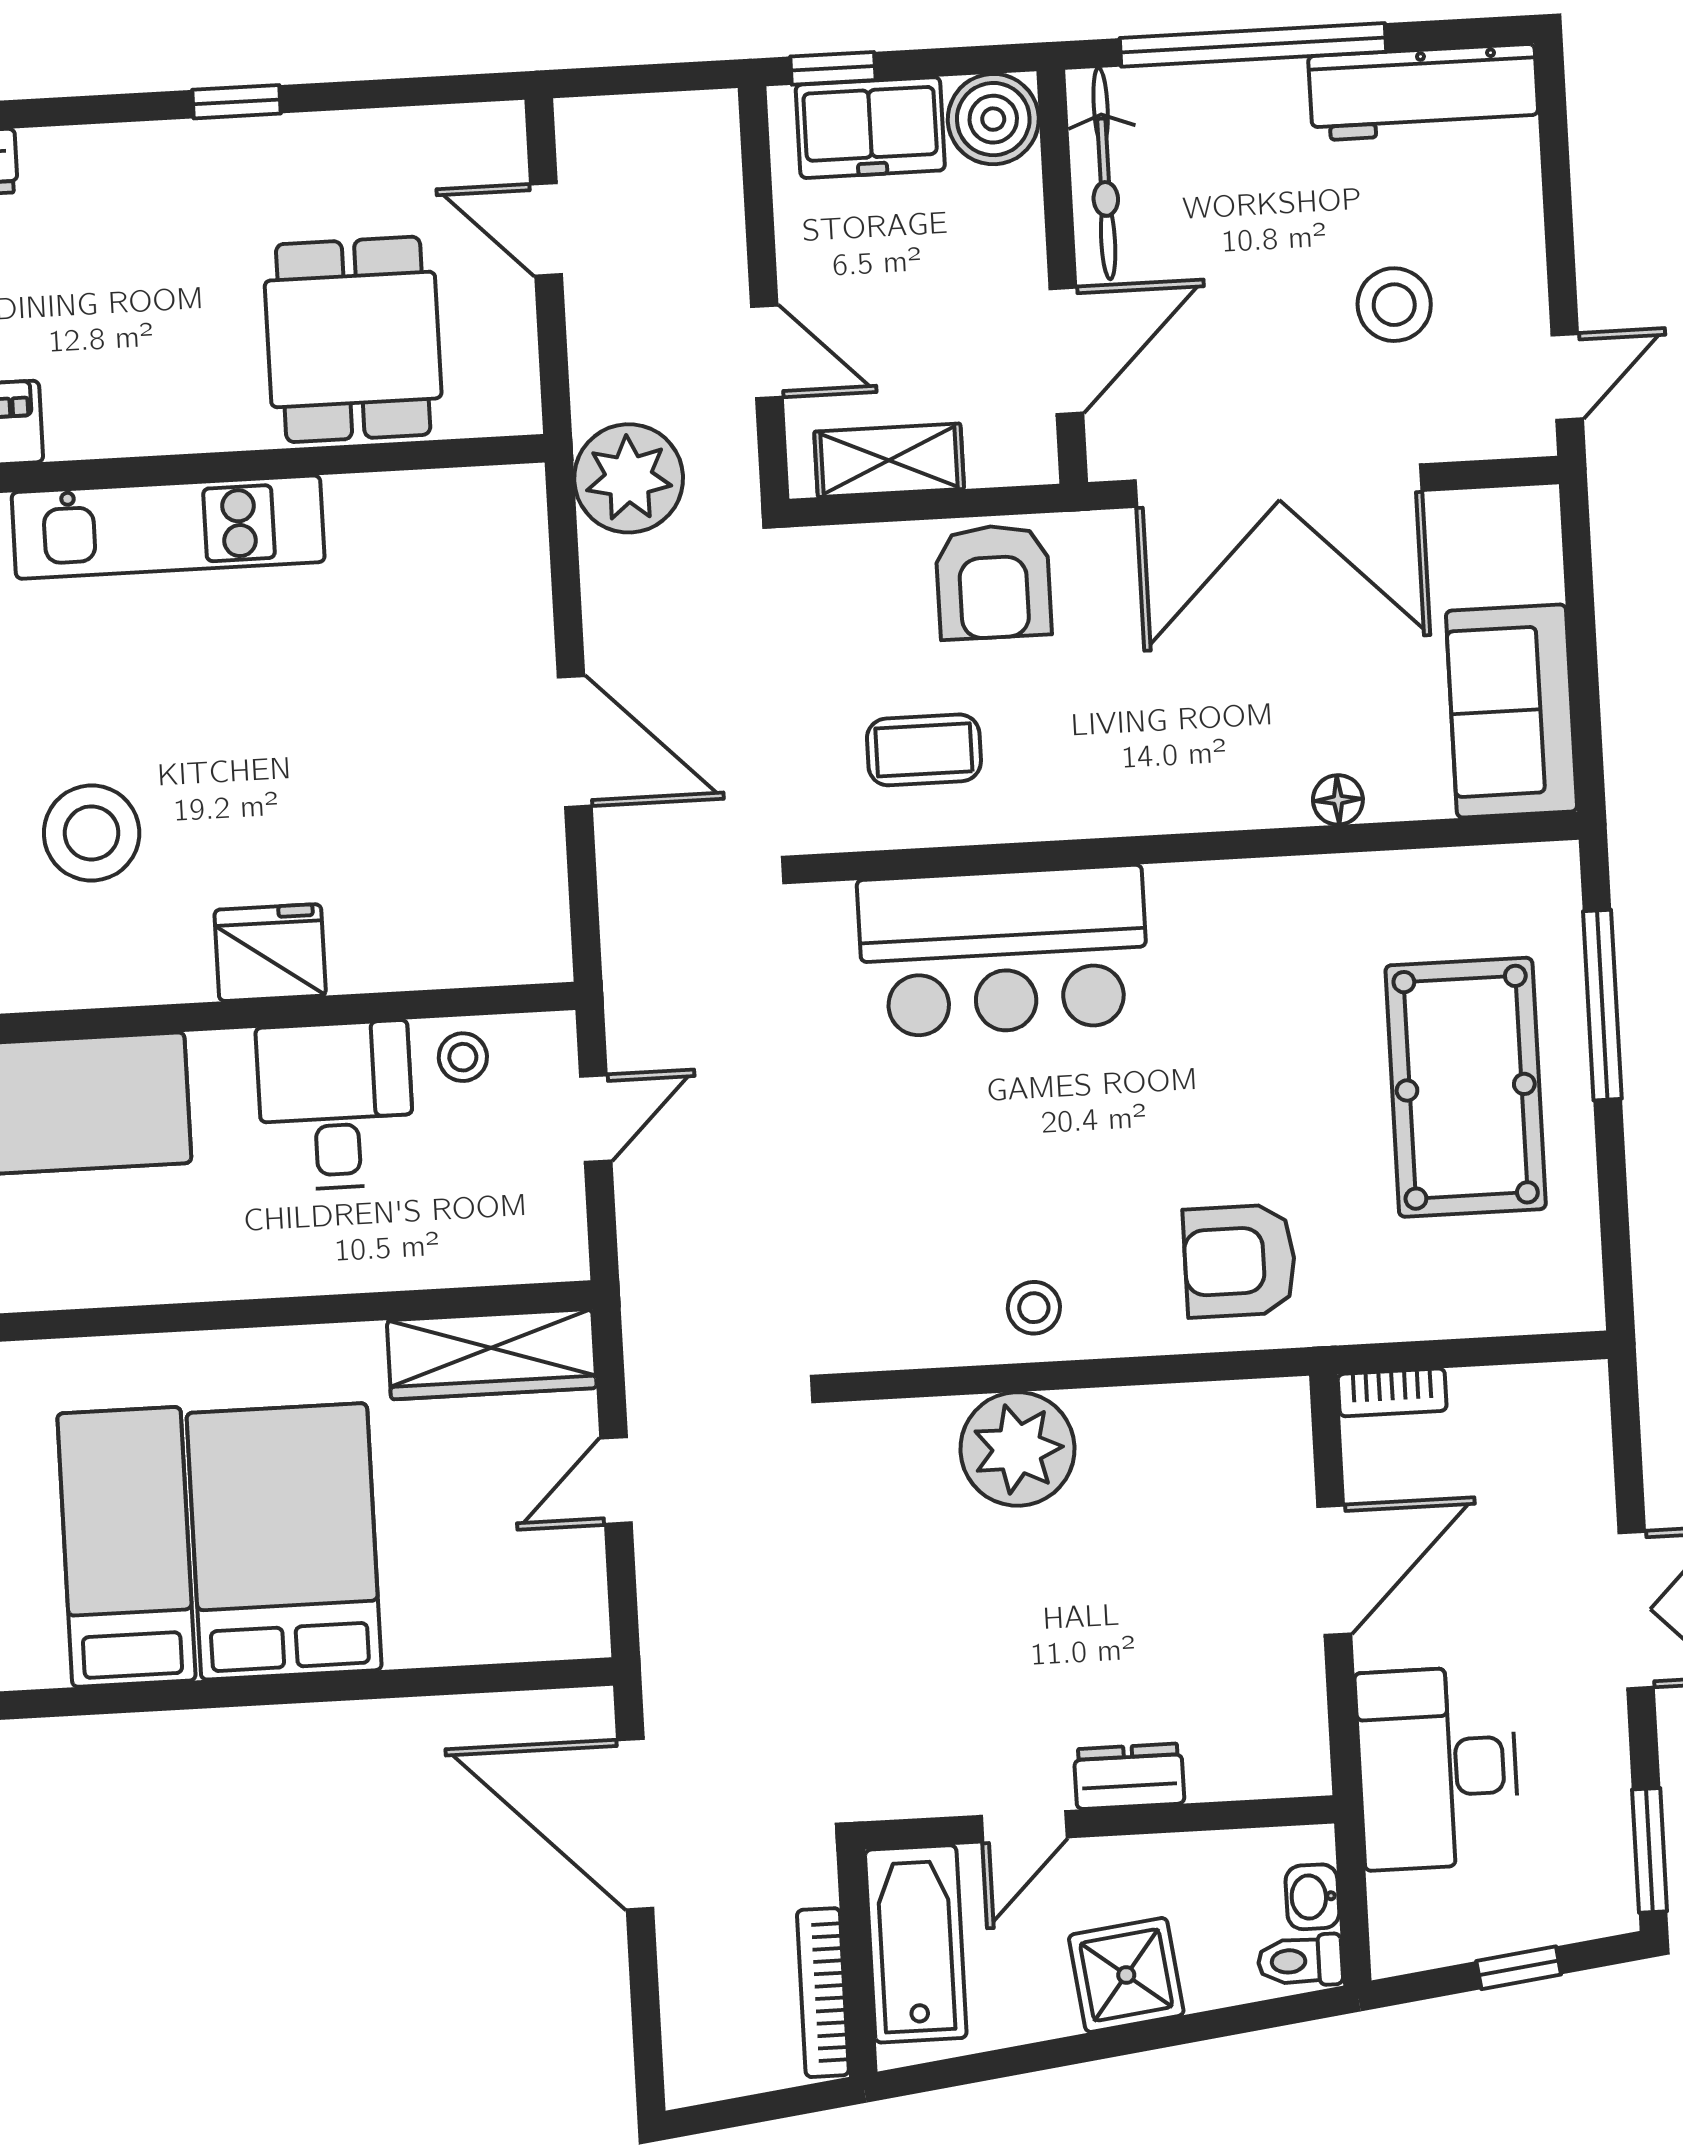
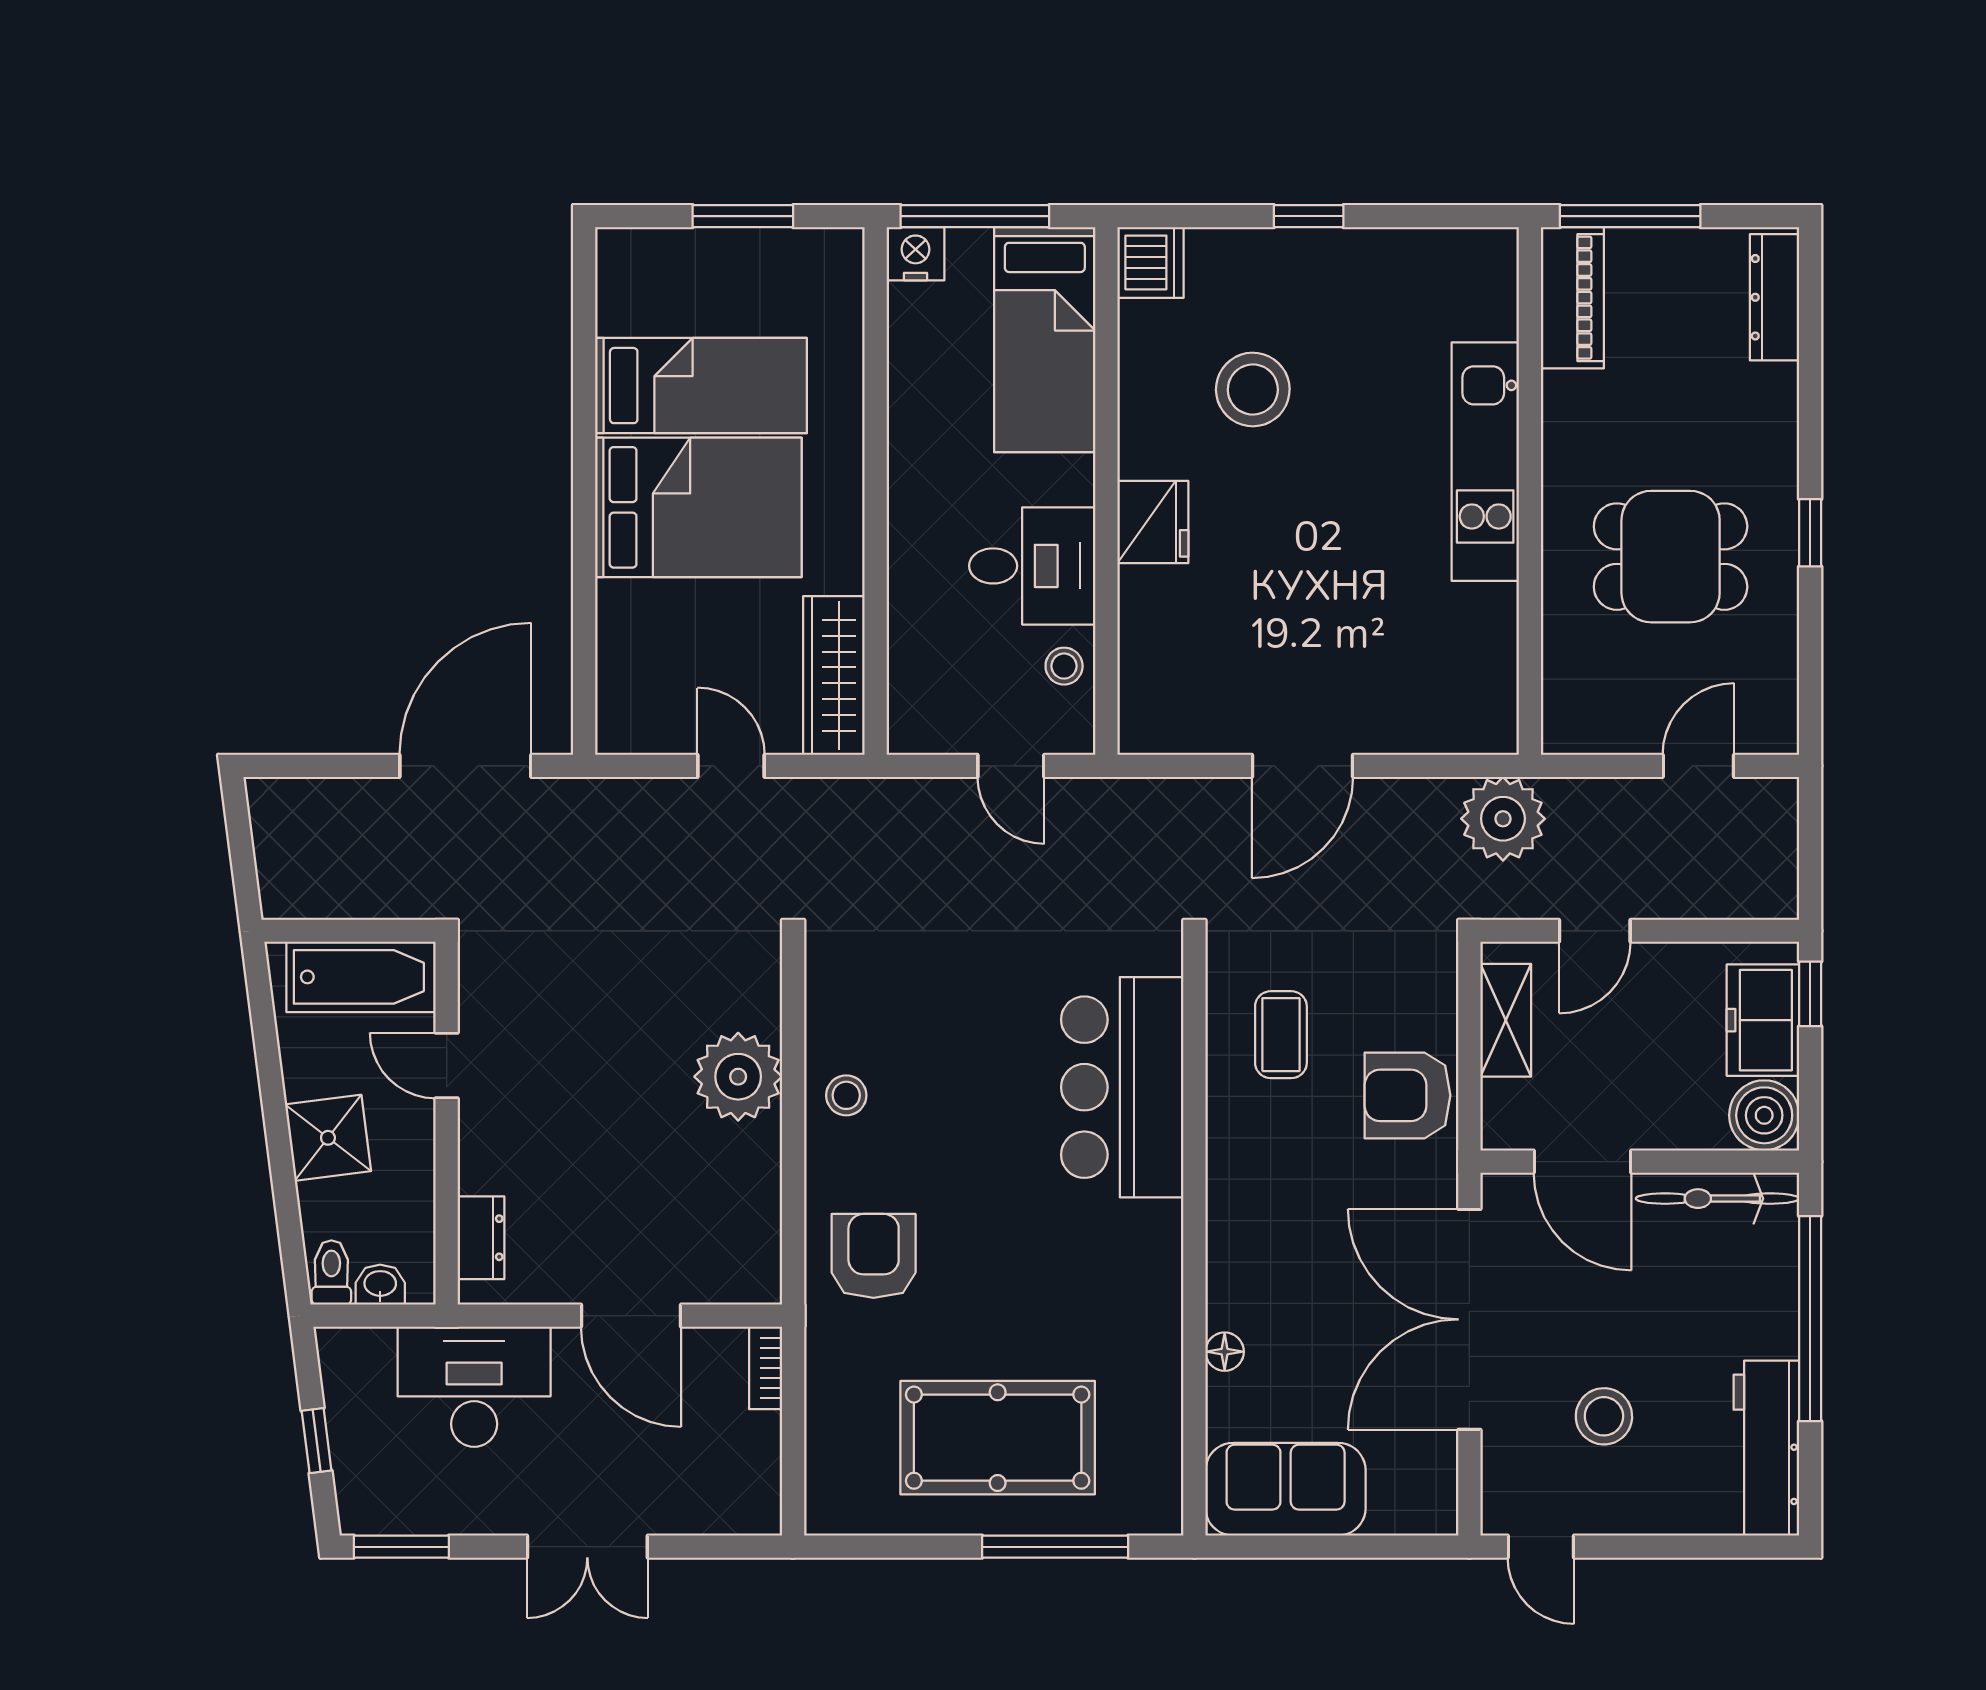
dining table: (353, 339) -> (1671, 557), moved
dresser: (1129, 1776) -> (481, 1238), moved
bookcase: (823, 1993) -> (327, 903), removed

